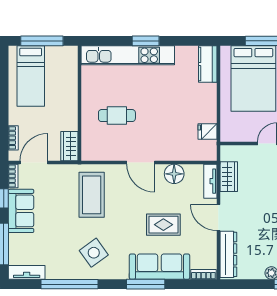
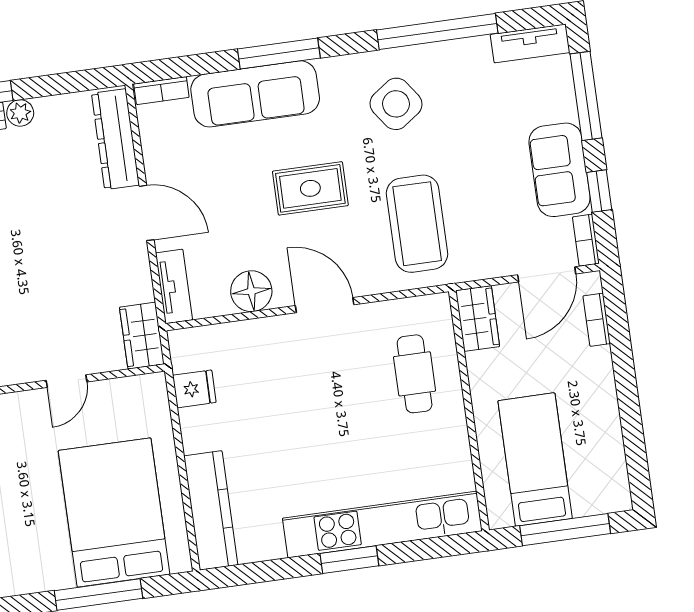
kitchen counter: (208, 64) -> (211, 510), width x1.50
bed: (31, 76) -> (535, 460), moved
cafe table: (117, 116) -> (415, 374), moved, turned 90
wardrobe: (229, 177) -> (142, 336), moved
rug: (163, 225) -> (310, 188), moved

